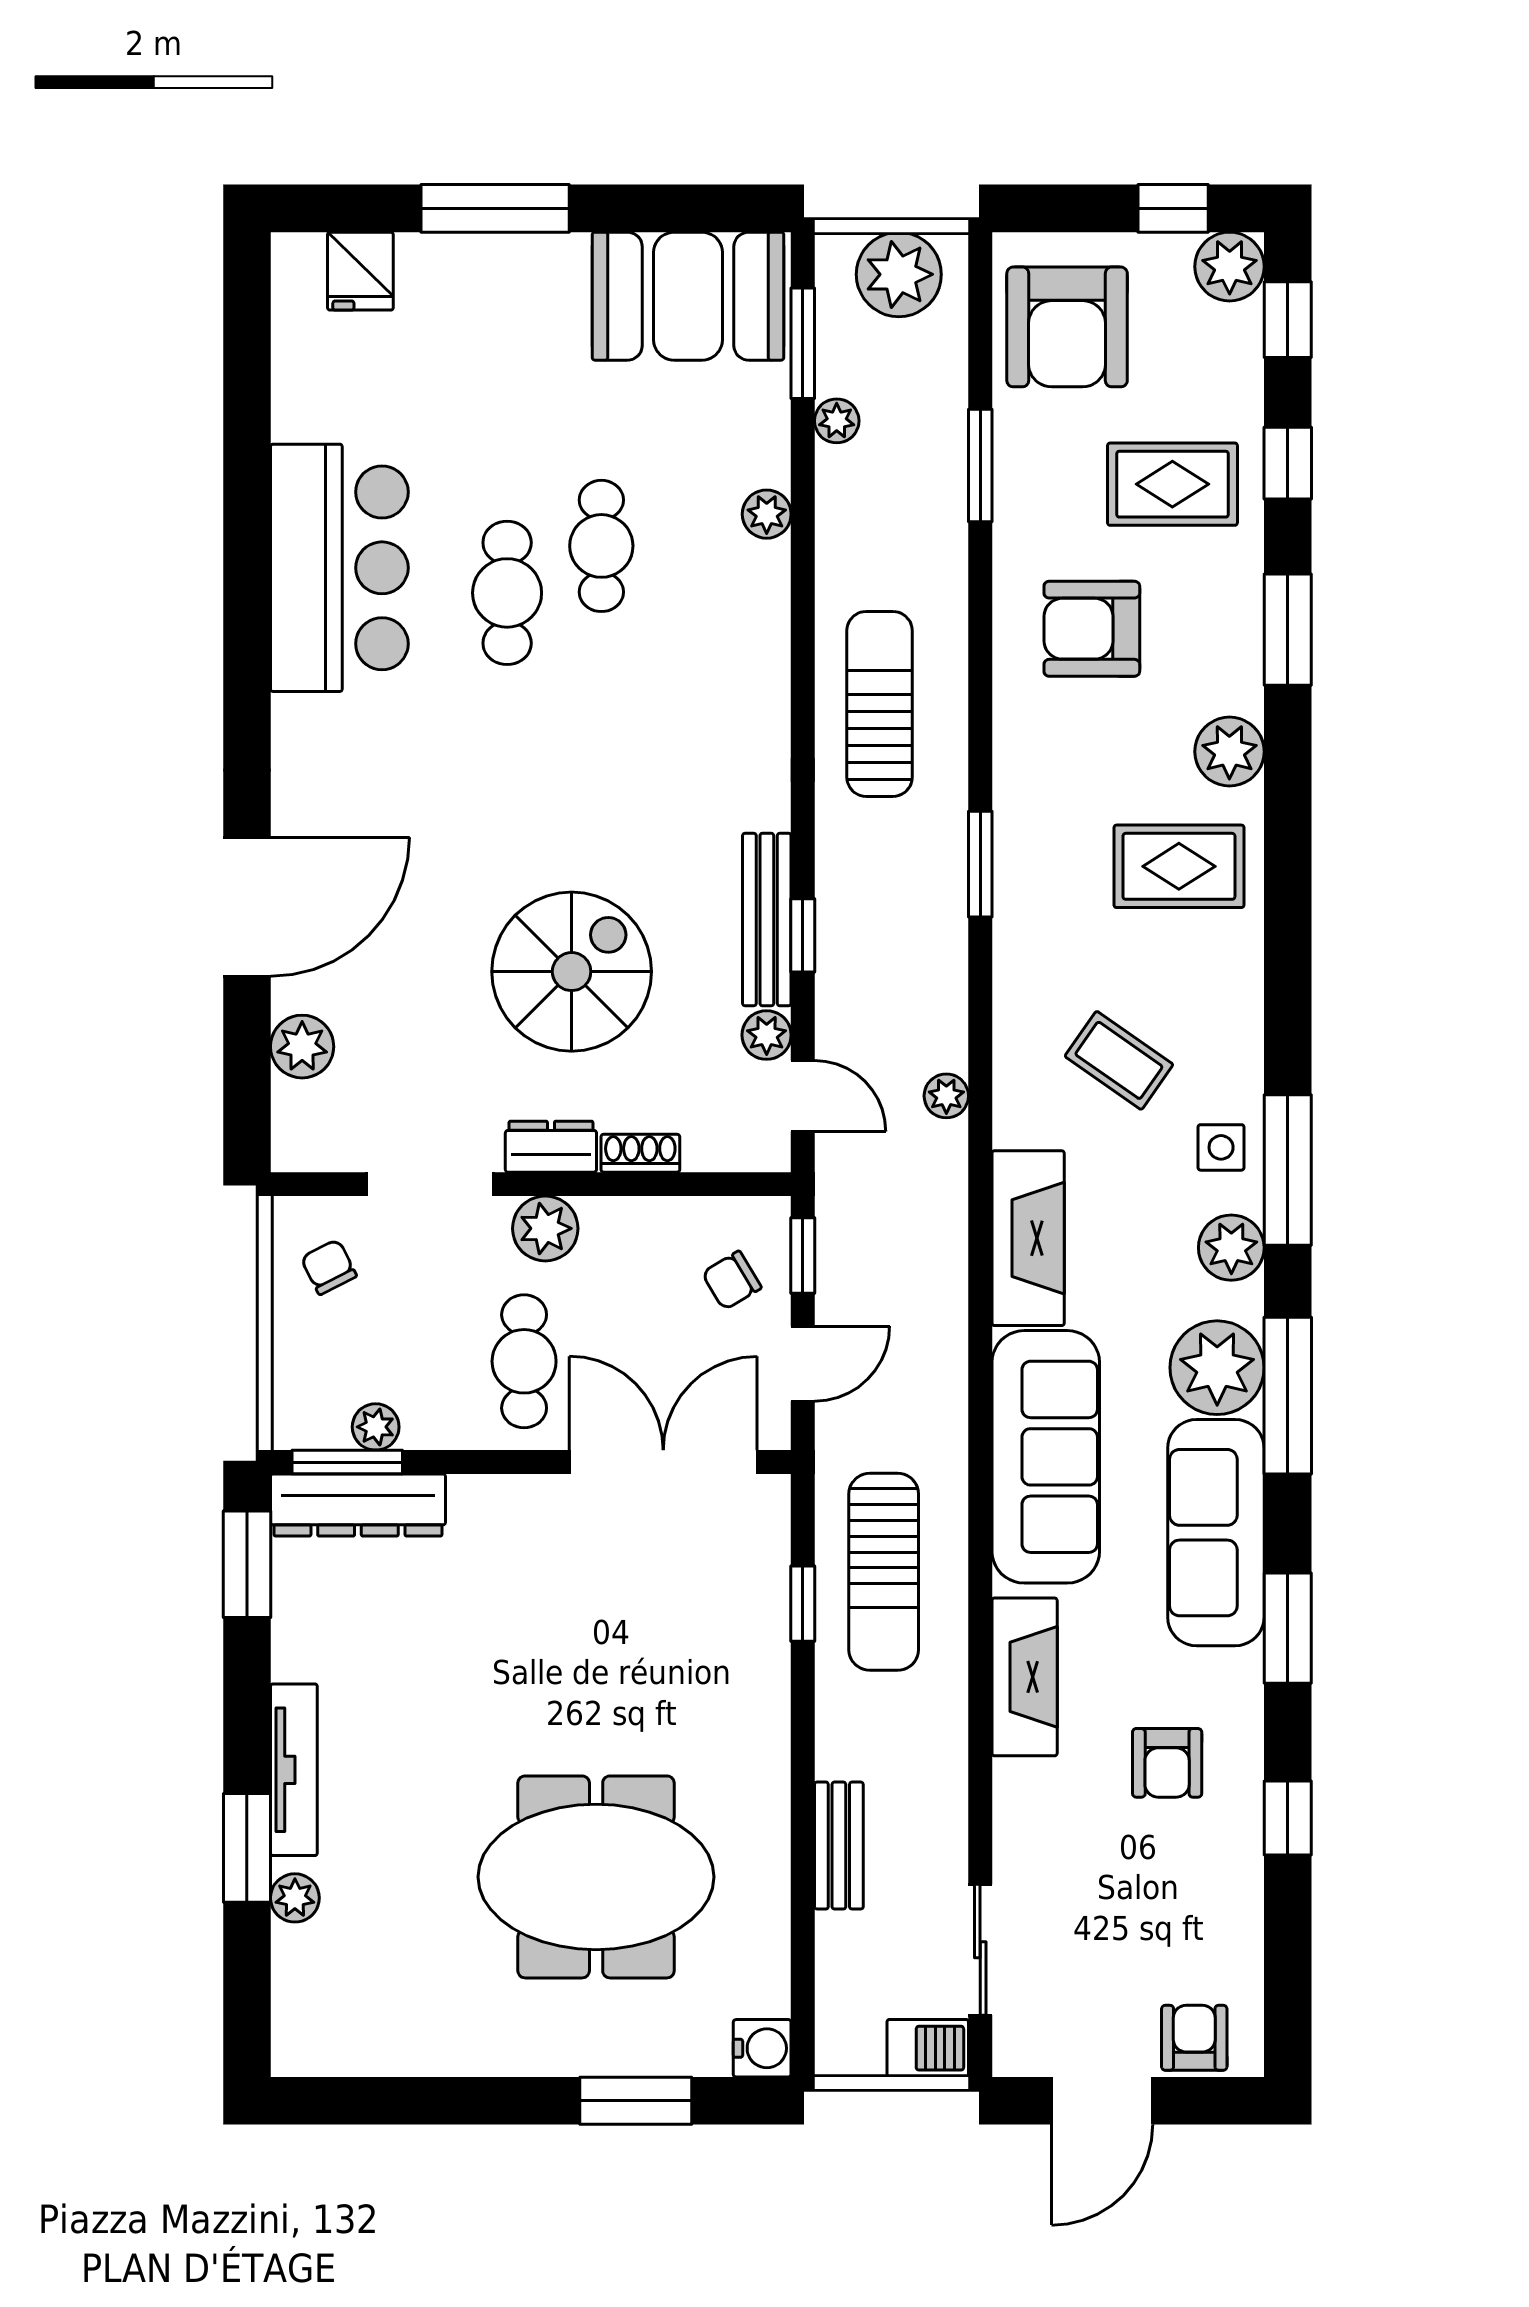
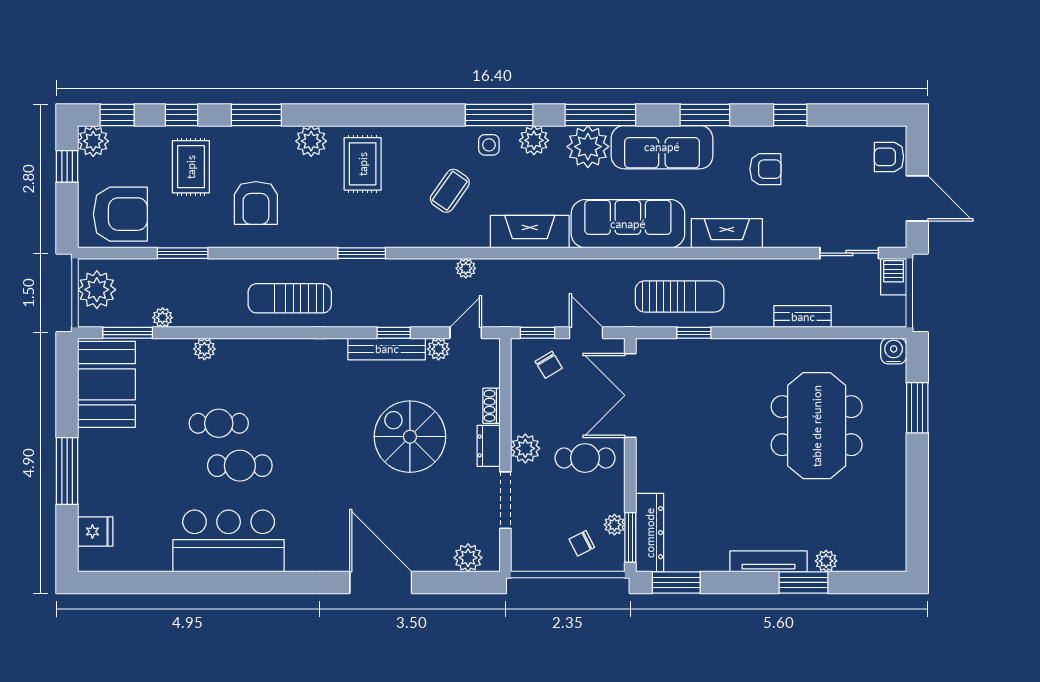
plant: (302, 1047) -> (468, 558), moved
chair: (329, 1267) -> (582, 543), moved

